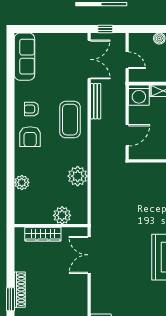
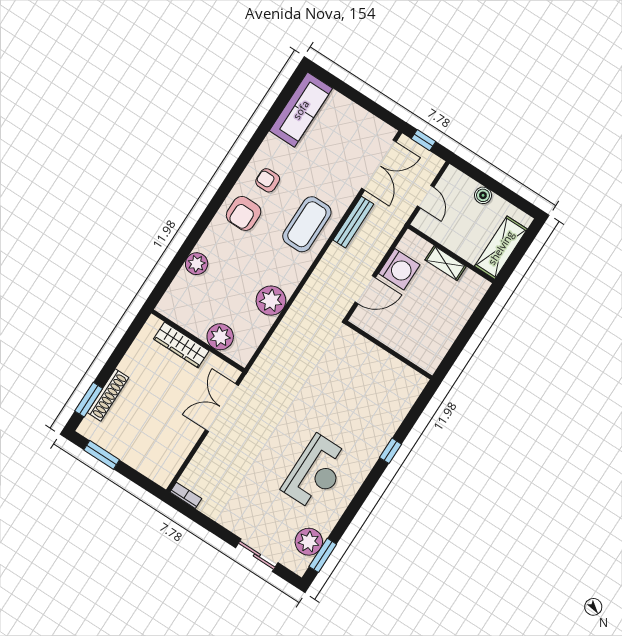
washing machine: (139, 95) -> (399, 269), moved, turned -90

